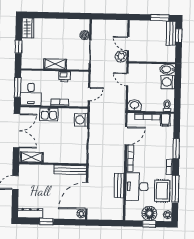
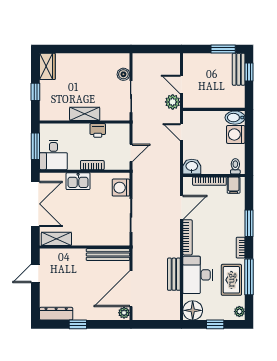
floor lamp: (149, 213) -> (193, 310), moved

